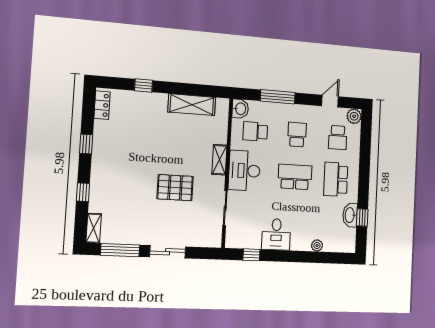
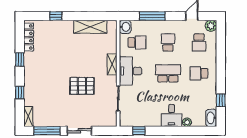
locker: (102, 105) -> (29, 37), width x1.53
school desk: (255, 132) -> (137, 42), turned 180
school desk: (336, 179) -> (199, 73), width x0.54
washbasin: (350, 215) -> (211, 118), moved
desk: (276, 234) -> (172, 115), moved

